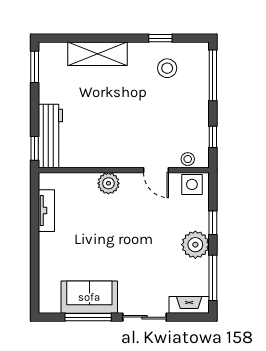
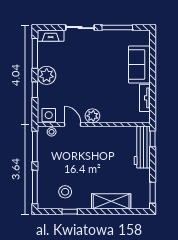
window: (213, 137) -> (35, 146), width x2.17
plant: (108, 183) -> (92, 116), moved
sofa: (89, 297) -> (139, 64), moved, turned 90

